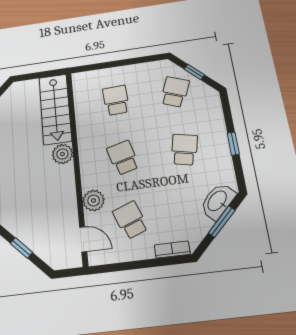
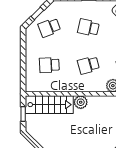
window: (38, 75) -> (23, 114), added
school desk: (175, 92) -> (49, 27), turned -42

